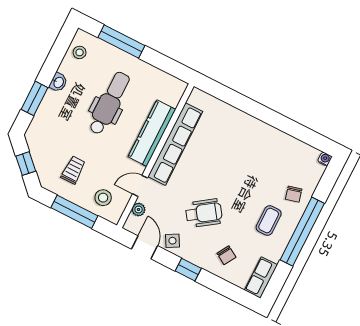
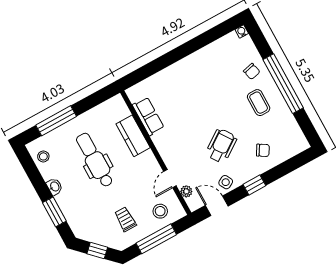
kitchen counter: (152, 133) -> (133, 136), width x0.67
row of seats: (175, 144) -> (148, 116), width x0.50
row of seats: (261, 277) -> (296, 136), removed

